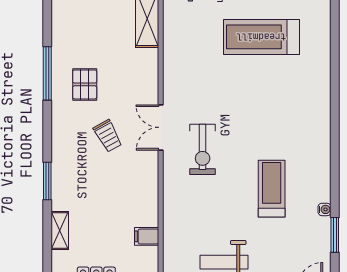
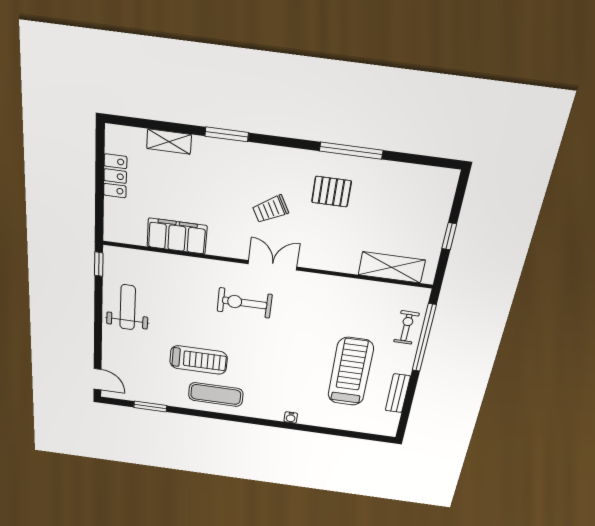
exercise mat: (309, 168) -> (216, 394), added
water cooler: (325, 209) -> (291, 417), moved
filing cabinet: (147, 236) -> (177, 236), width x3.00, depth x1.17

